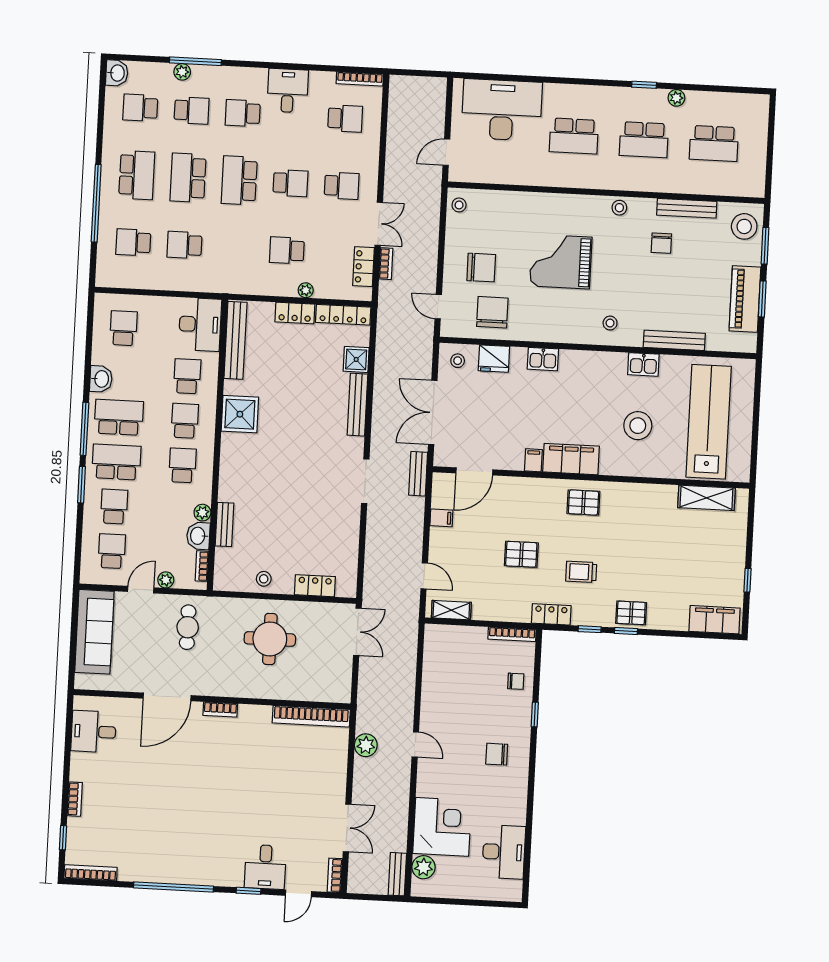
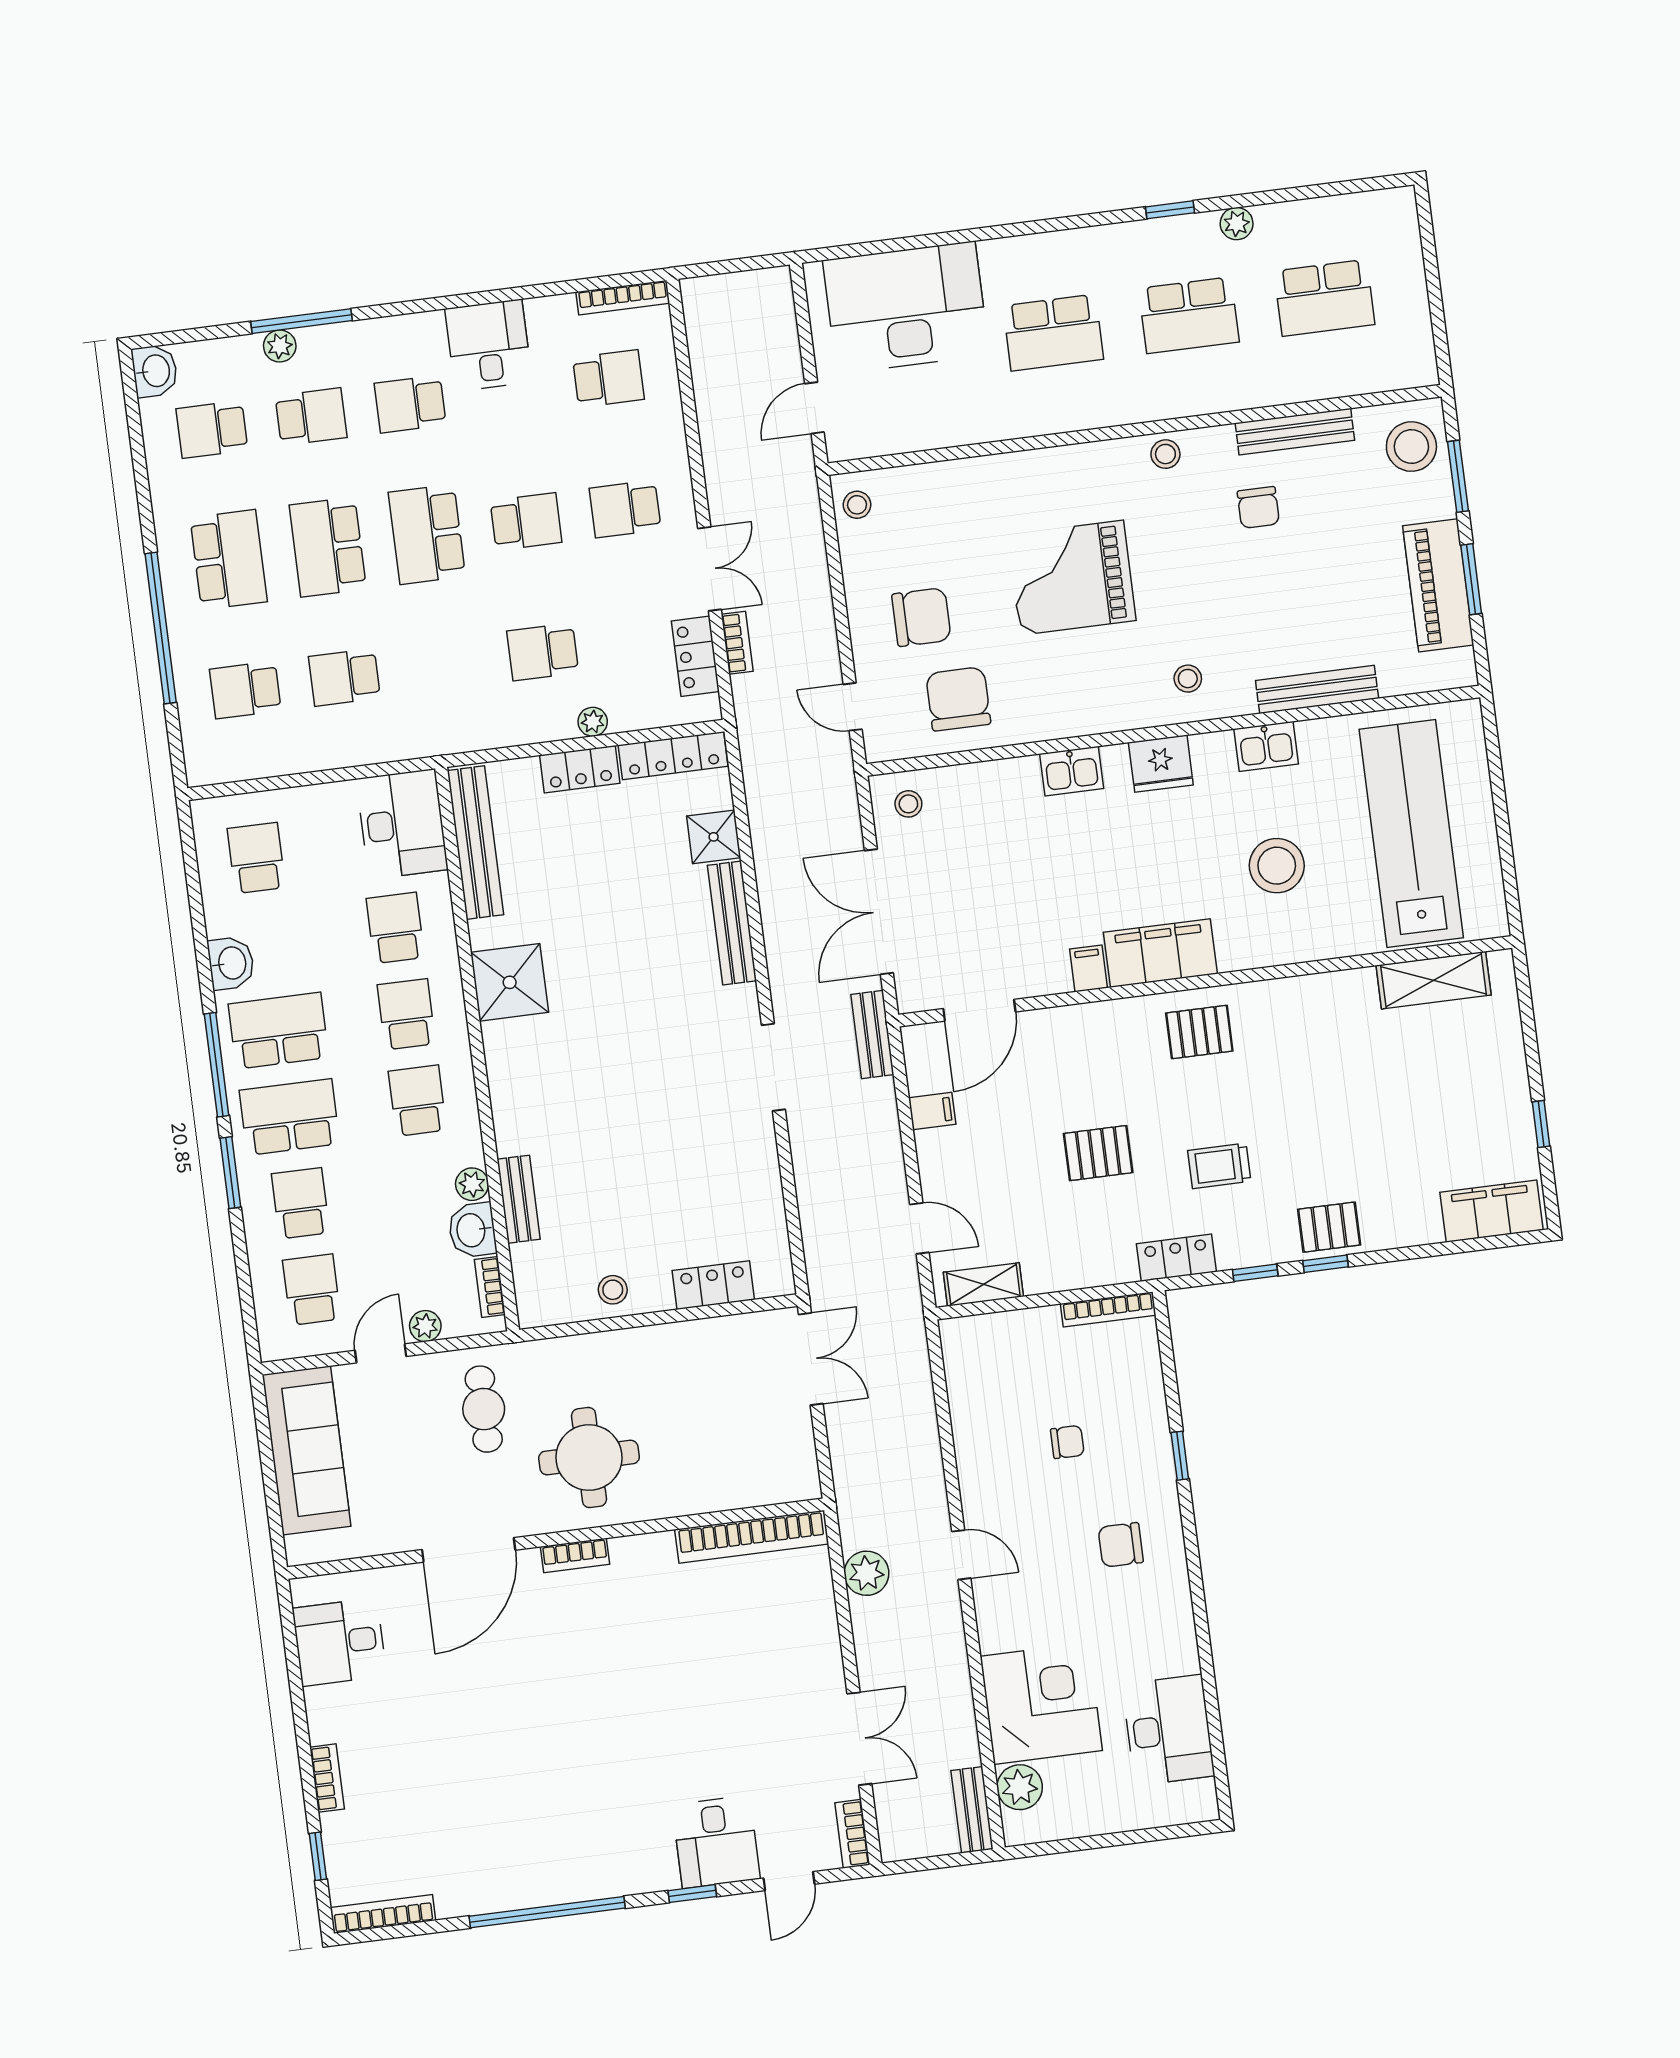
school desk: (342, 186) -> (625, 509), turned 180
fridge: (494, 359) -> (1161, 764), moved
round table: (270, 639) -> (589, 1458), moved
chair: (516, 681) -> (1067, 1442), moved

